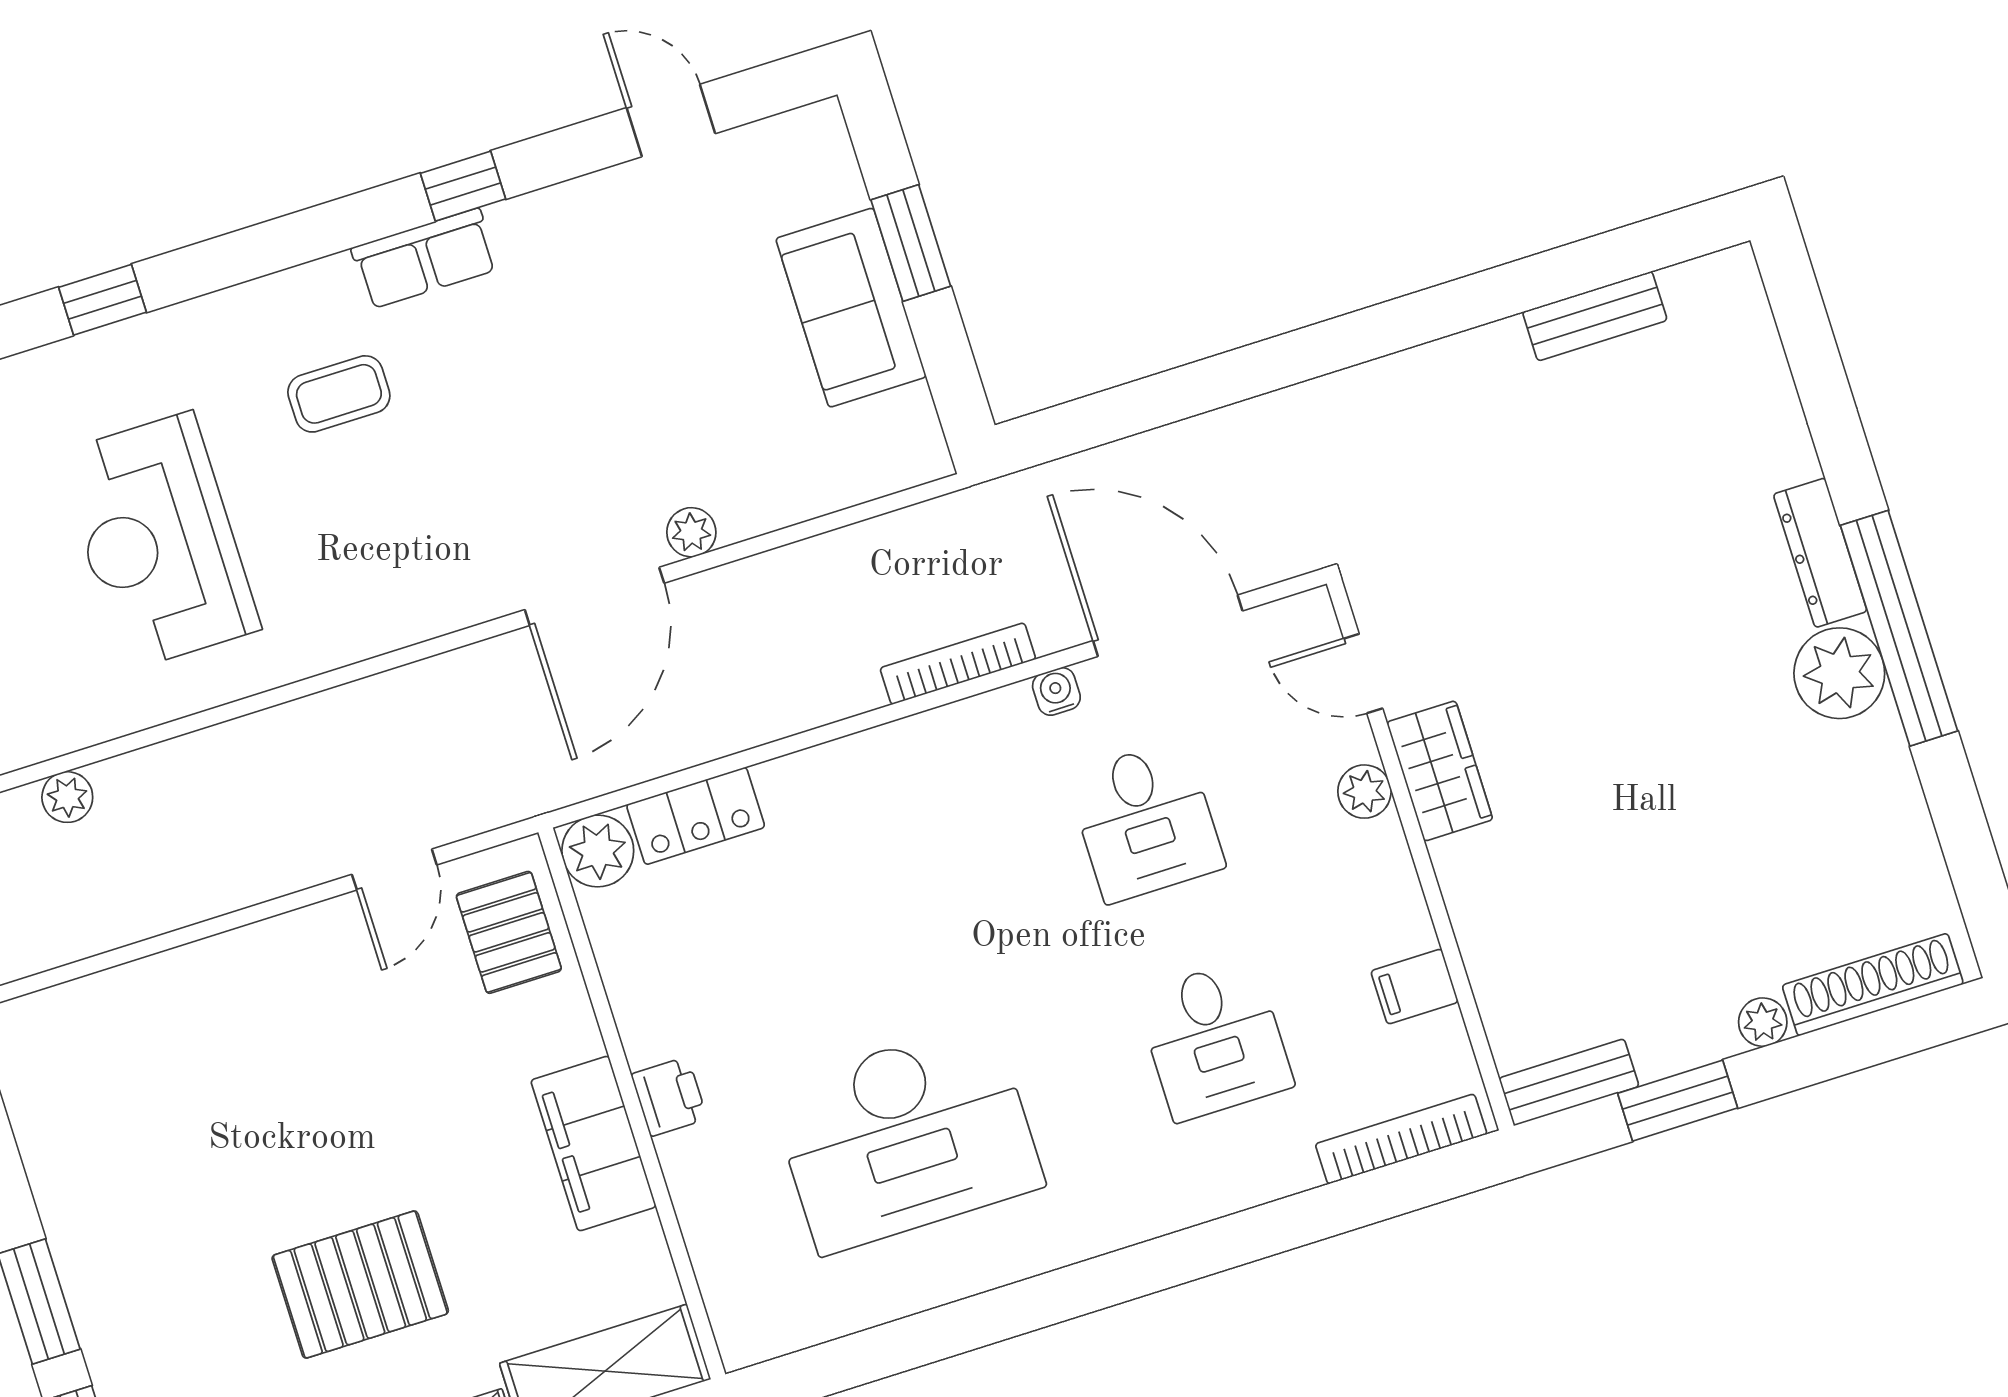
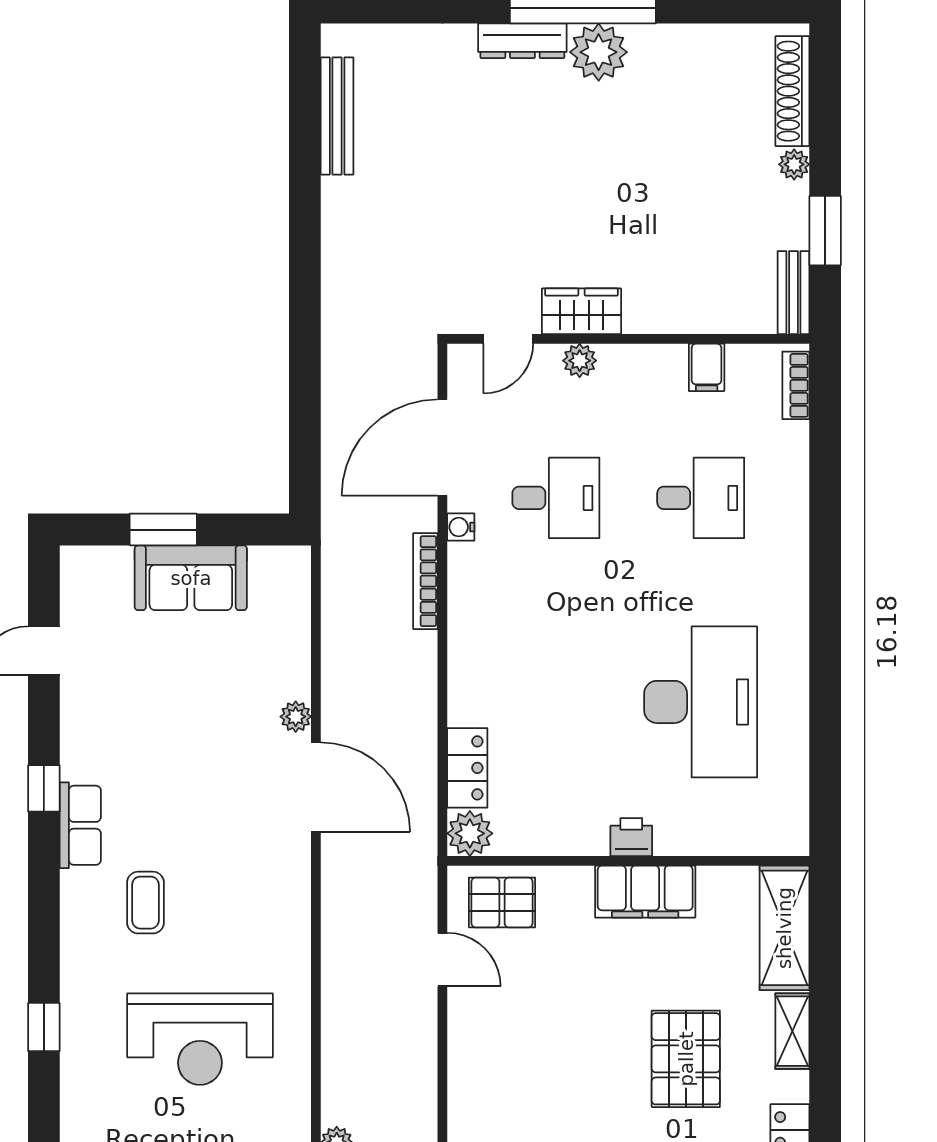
bench: (1595, 316) -> (337, 116), width x1.36
bookcase: (1401, 1139) -> (796, 385), width x0.64

